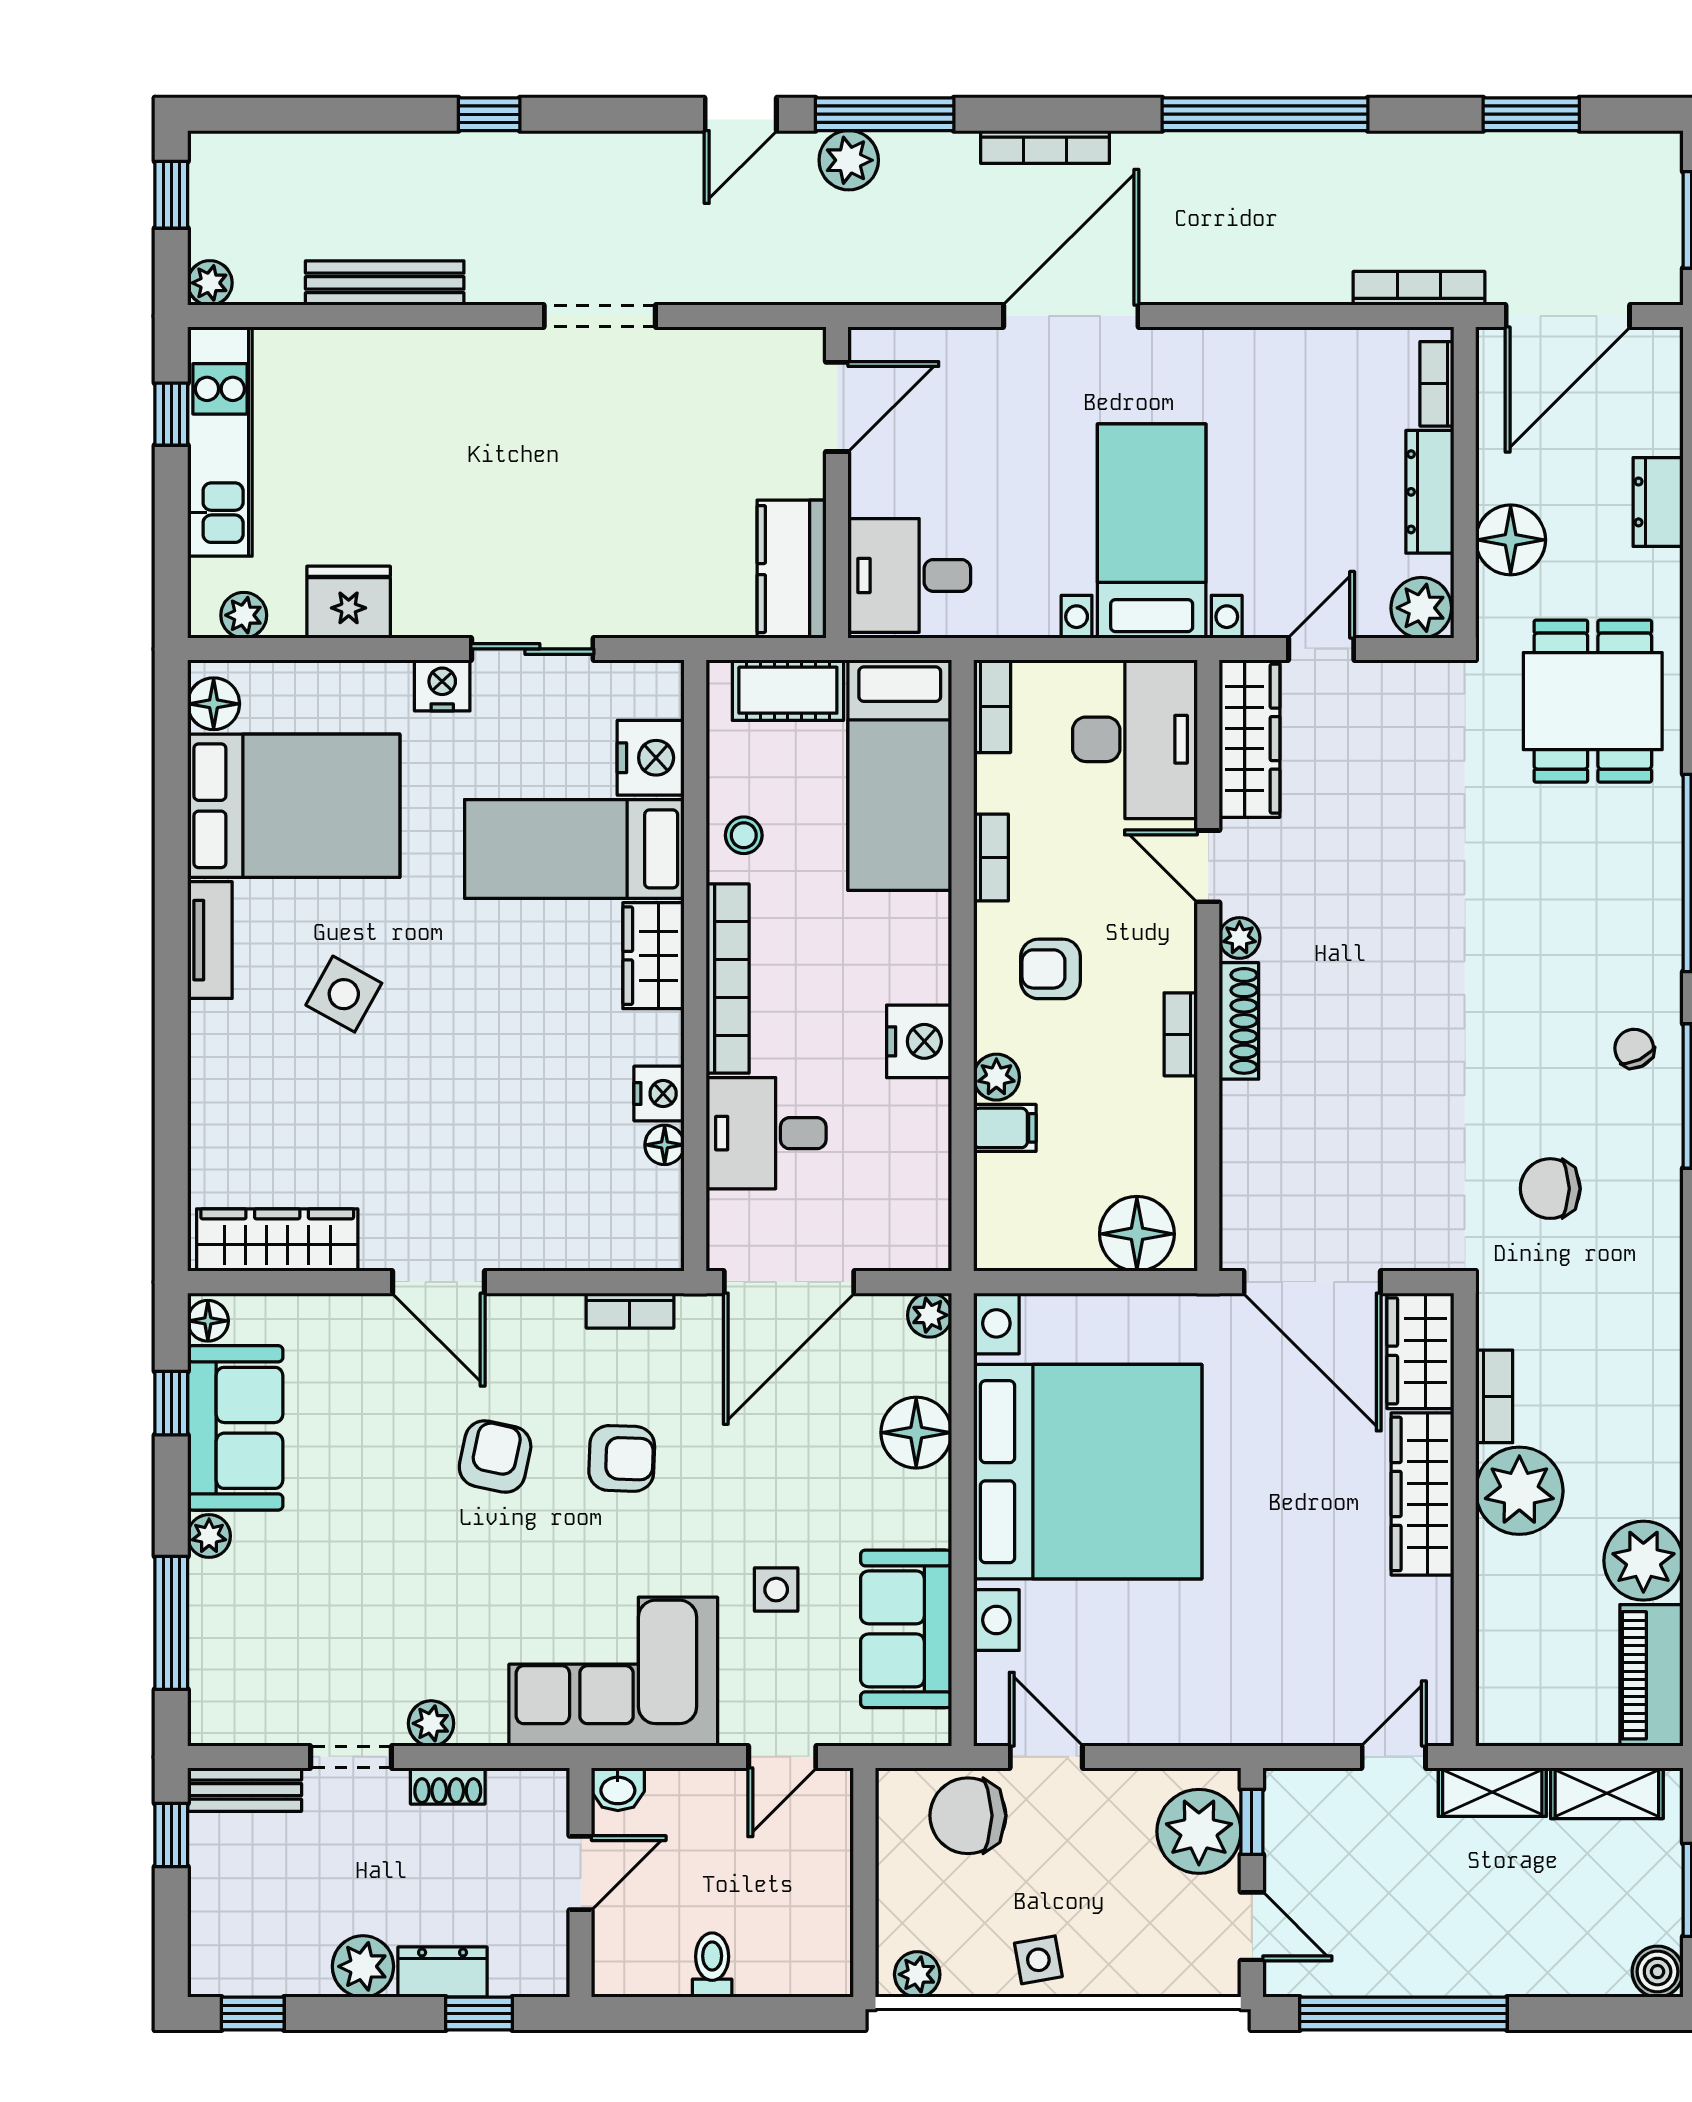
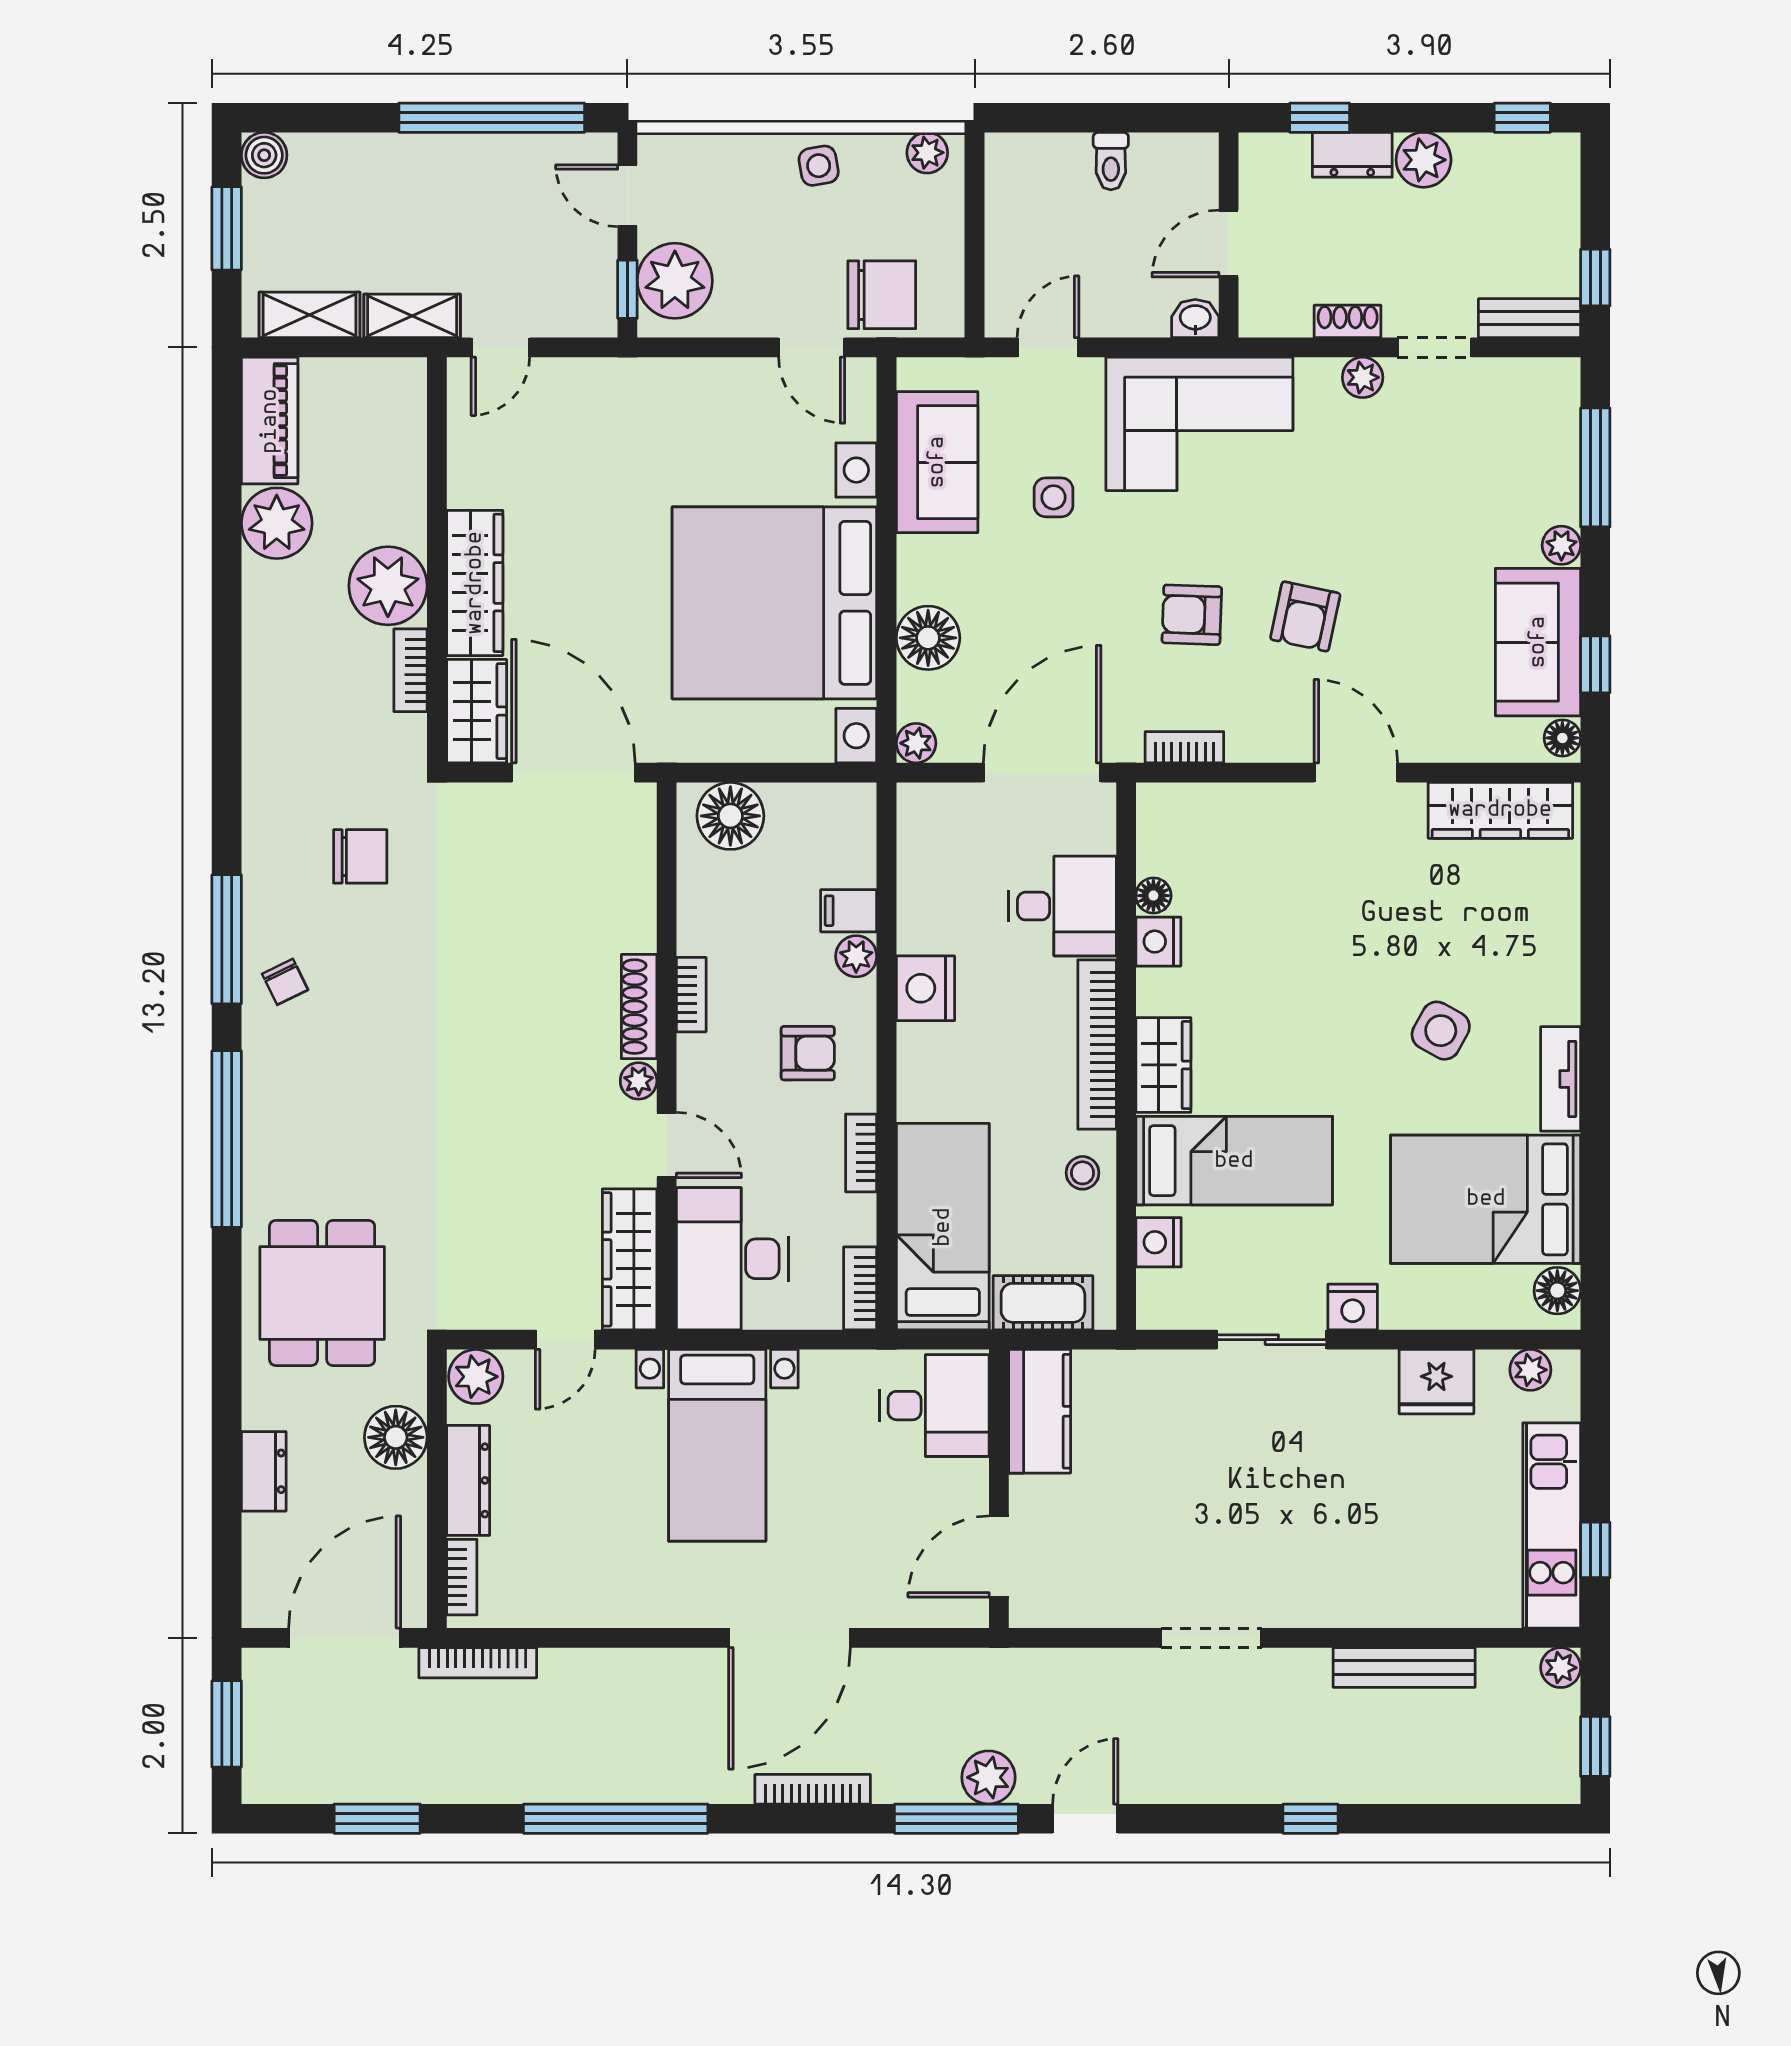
nightstand: (651, 758) -> (1158, 1242), width x0.74, depth x0.75

